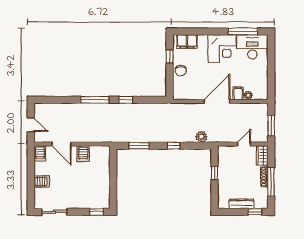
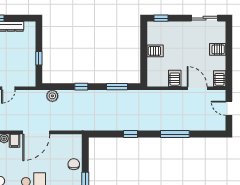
window: (95, 100) -> (175, 134), moved
server rack: (102, 180) -> (155, 51), added

